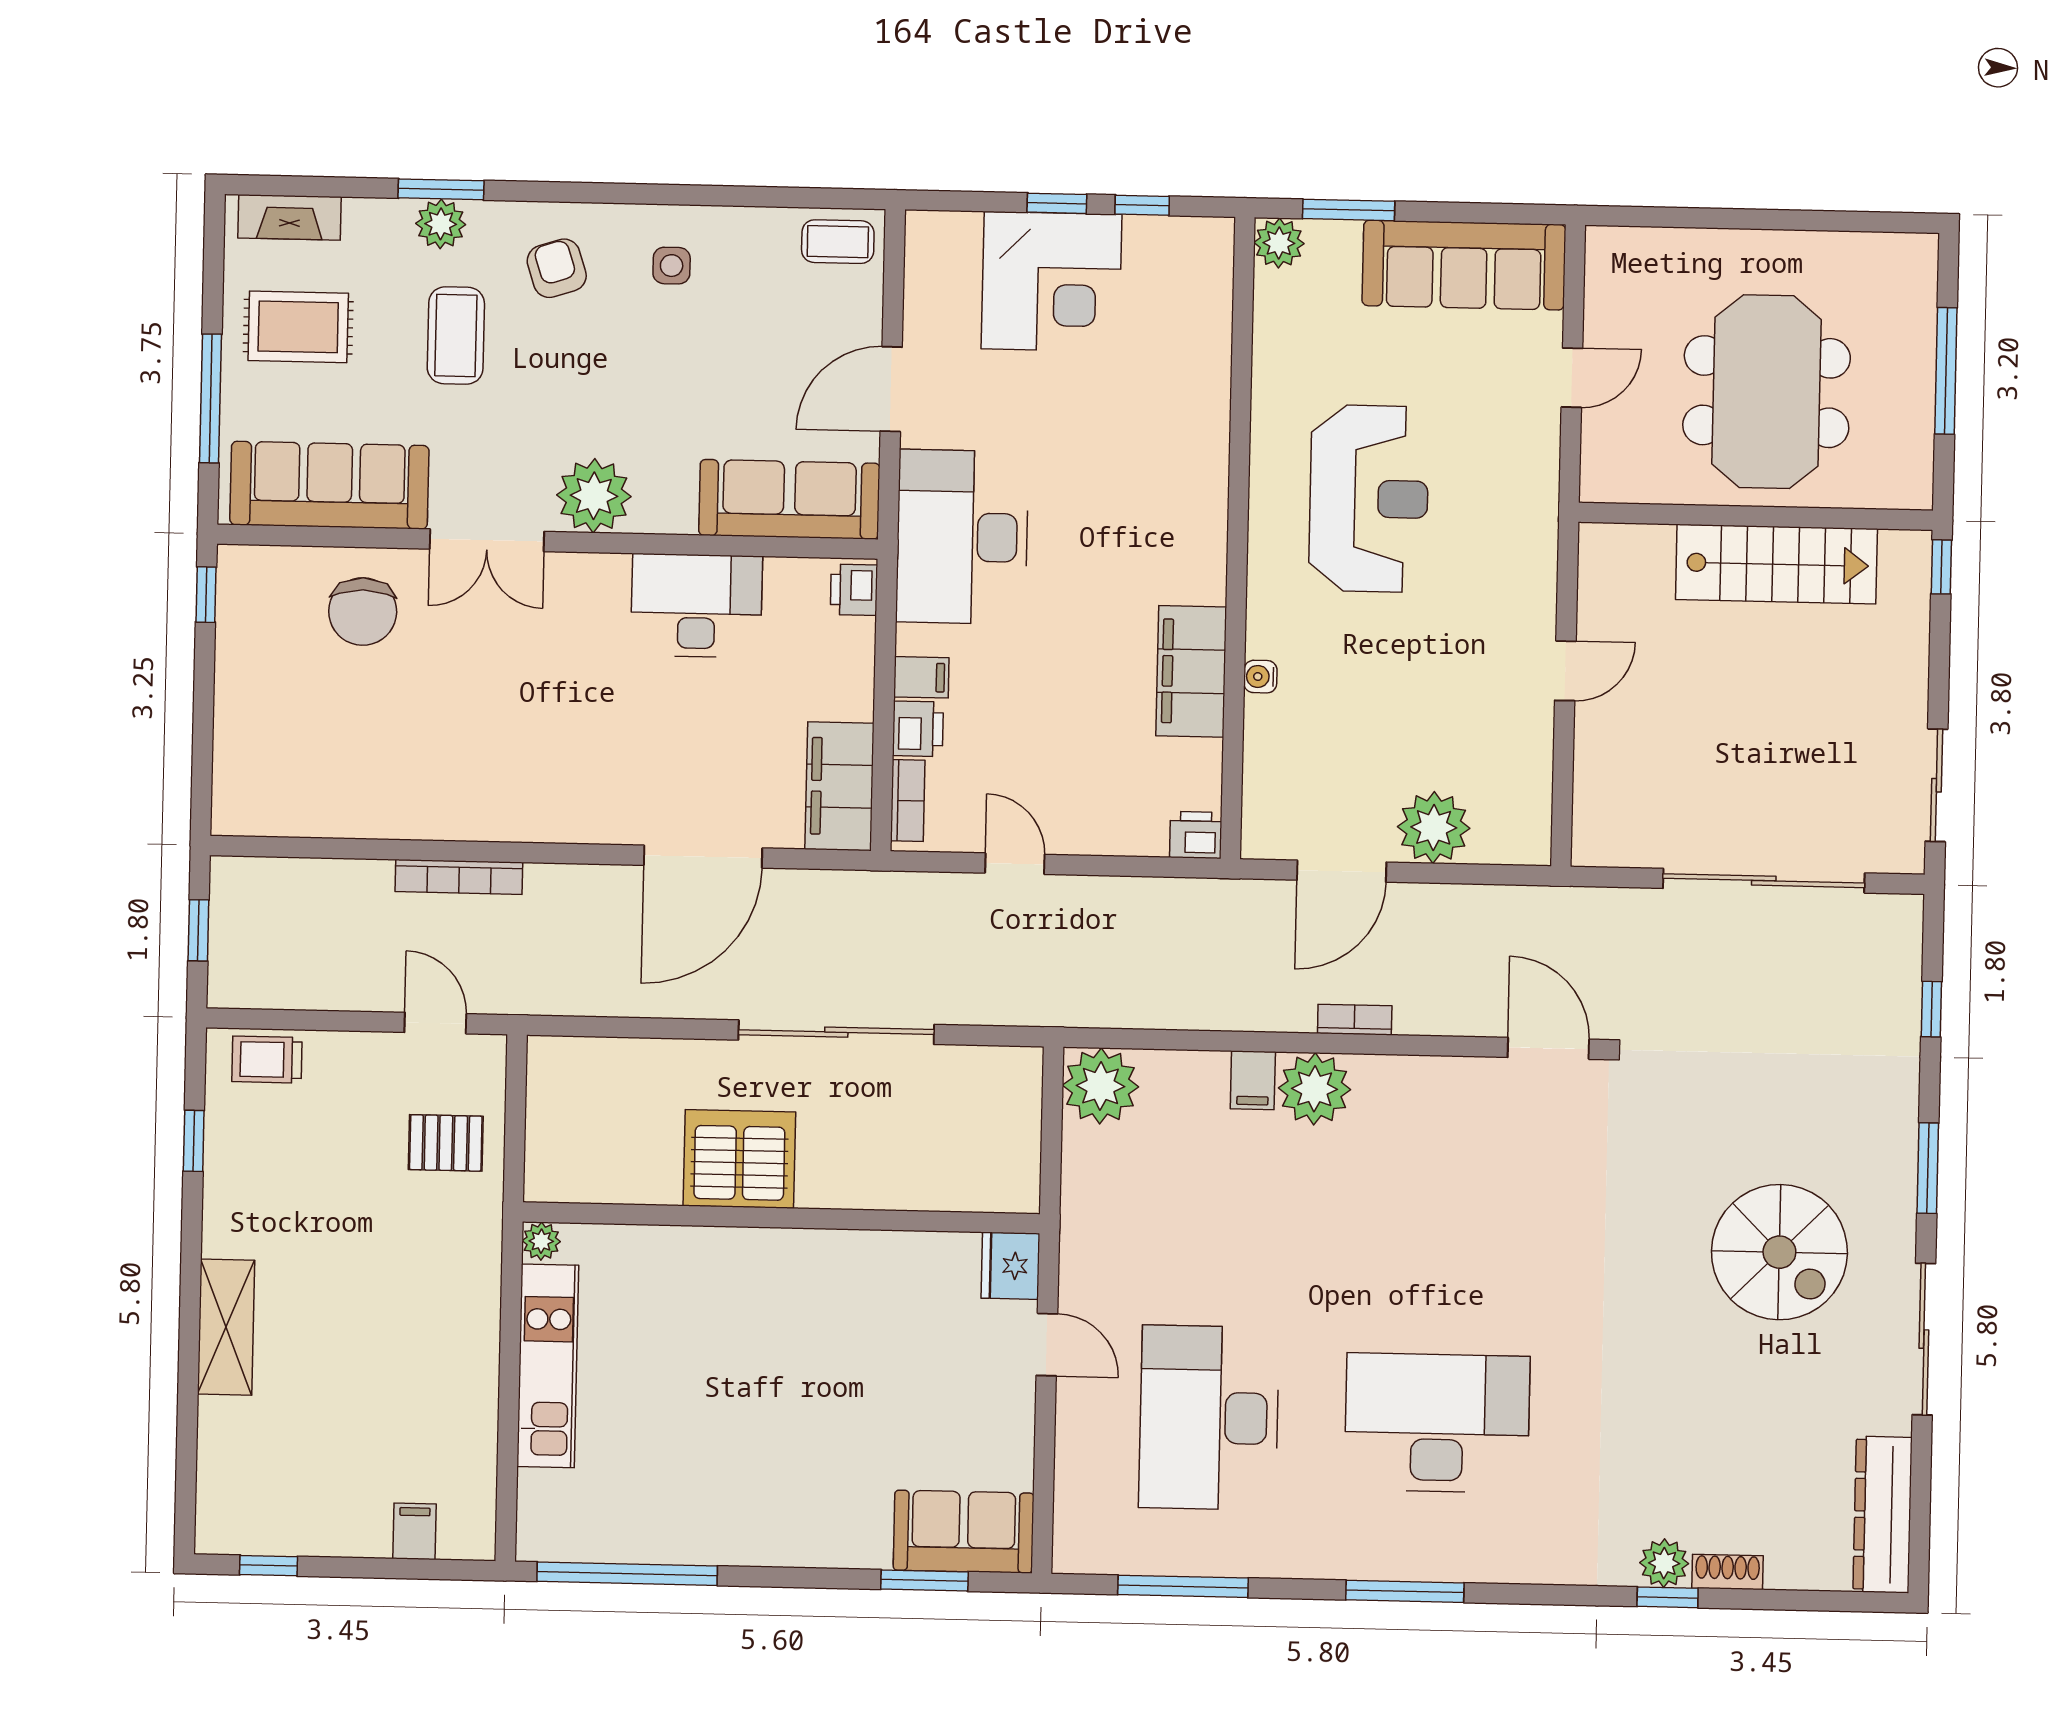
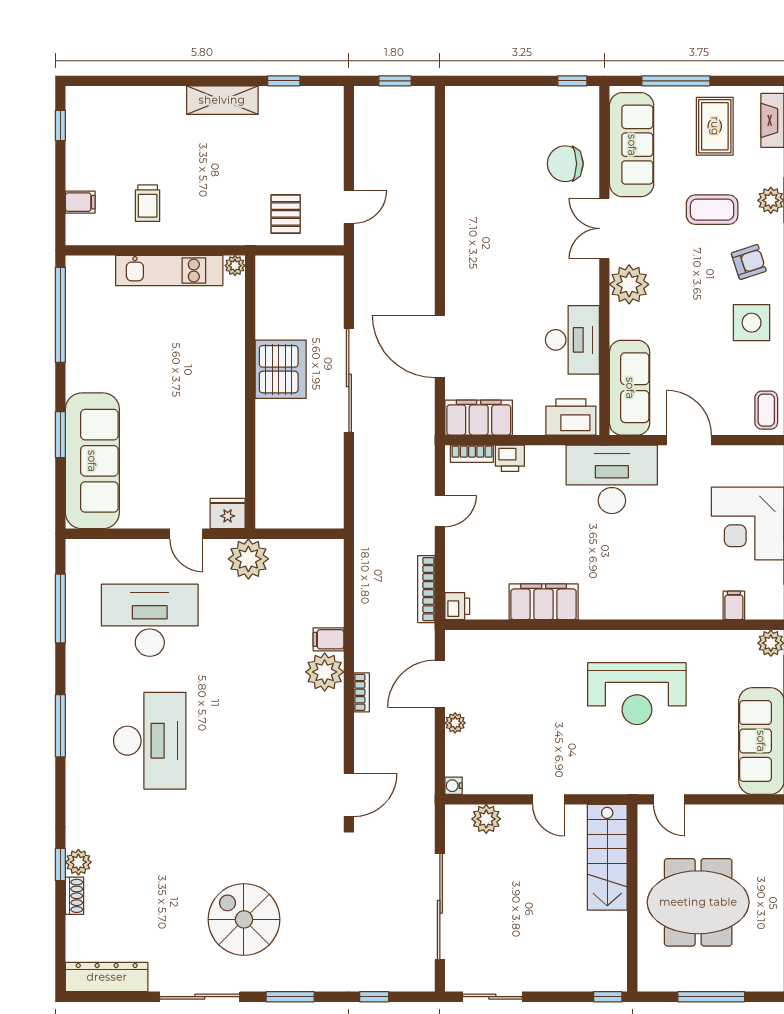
side table: (672, 266) -> (752, 323), width x1.87, depth x1.87
door: (1572, 378) -> (669, 799), moved
stairs: (1776, 564) -> (607, 857), moved
printer: (854, 590) -> (571, 417), width x1.87, depth x1.48
filing cabinet: (921, 677) -> (734, 605), moved, turned 180
water cooler: (1260, 677) -> (454, 786), moved, turned -90
plant: (1600, 789) -> (486, 819), added
plant: (1434, 827) -> (455, 723), width x0.53, depth x0.53
door: (1342, 871) -> (440, 684), hinge flipped
bookcase: (459, 877) -> (426, 589), moved
sliding door: (836, 1032) -> (349, 380), moved
trolley: (267, 1060) -> (148, 203), moved, turned 180
plant: (1100, 1086) -> (248, 559), moved
spiral stairs: (1779, 1252) -> (244, 919), turned 90
shelving: (226, 1327) -> (222, 100), moved
door: (1047, 1345) -> (186, 534), hinge flipped
sofa: (964, 1532) -> (92, 461), width x1.85, depth x1.27
window: (924, 1580) -> (60, 435), moved

